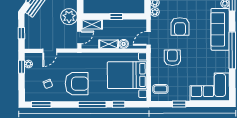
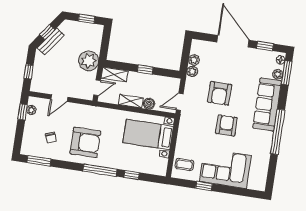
armchair: (172, 58) -> (226, 125), moved
bed with nightstands: (127, 75) -> (148, 135), width x0.73
corner sofa: (210, 87) -> (225, 168), moved

